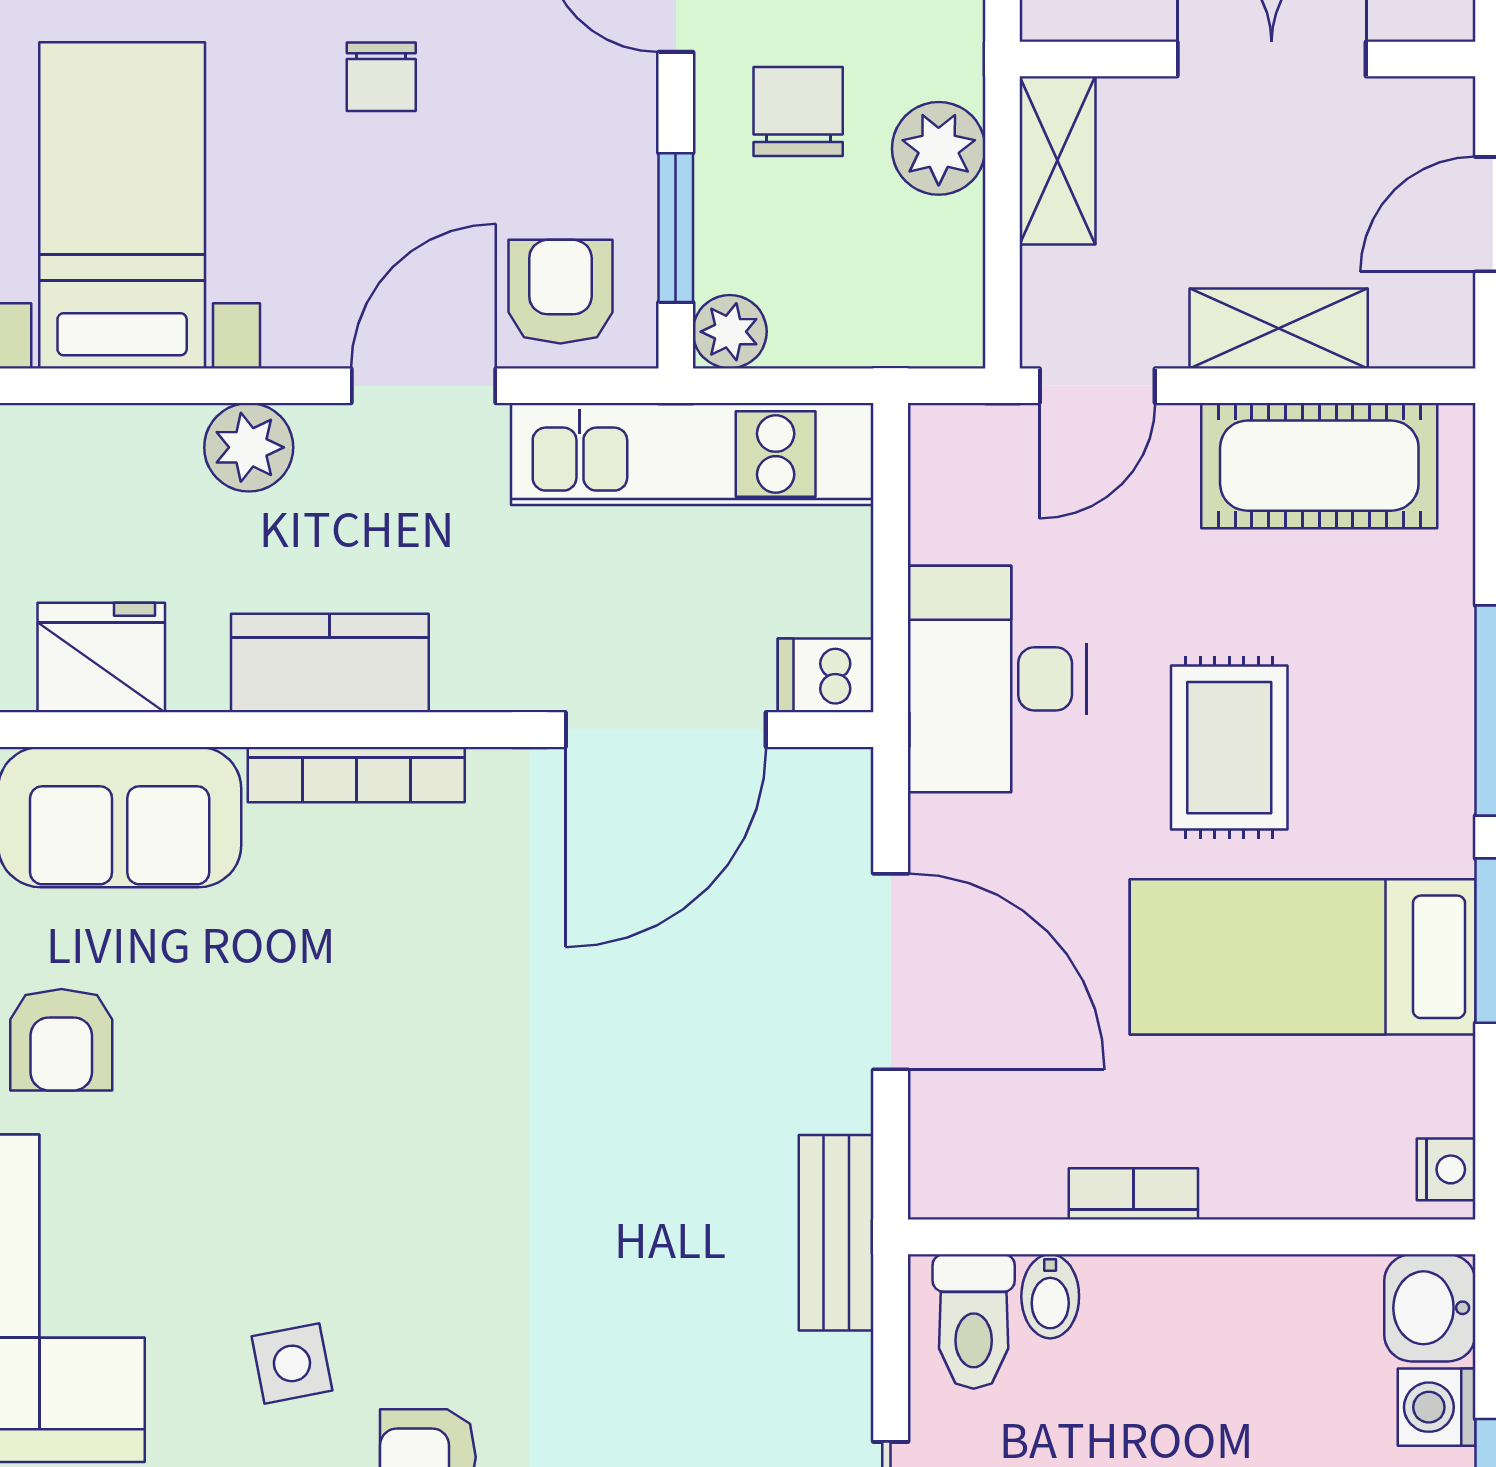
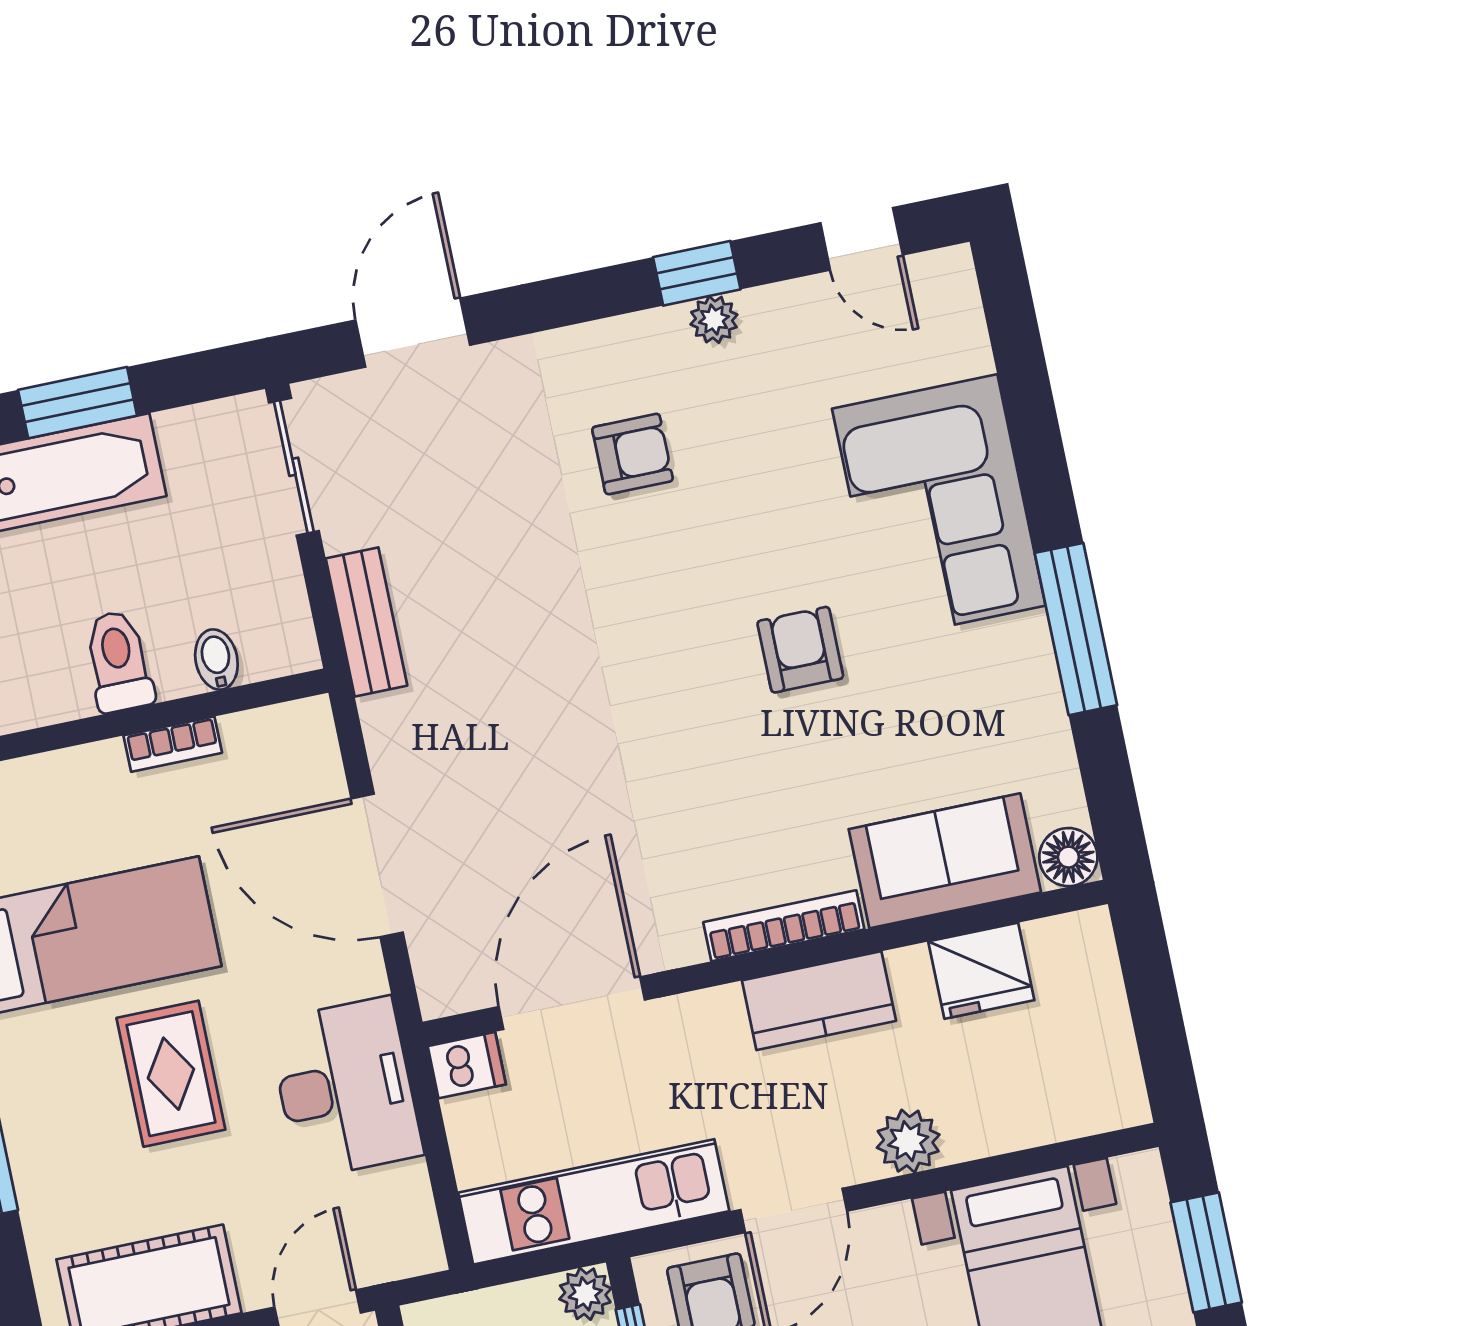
armchair: (61, 1040) -> (800, 650), moved
bench: (836, 1233) -> (366, 622), moved
toilet: (974, 1321) -> (119, 661), moved
side table: (292, 1363) -> (742, 500), removed

